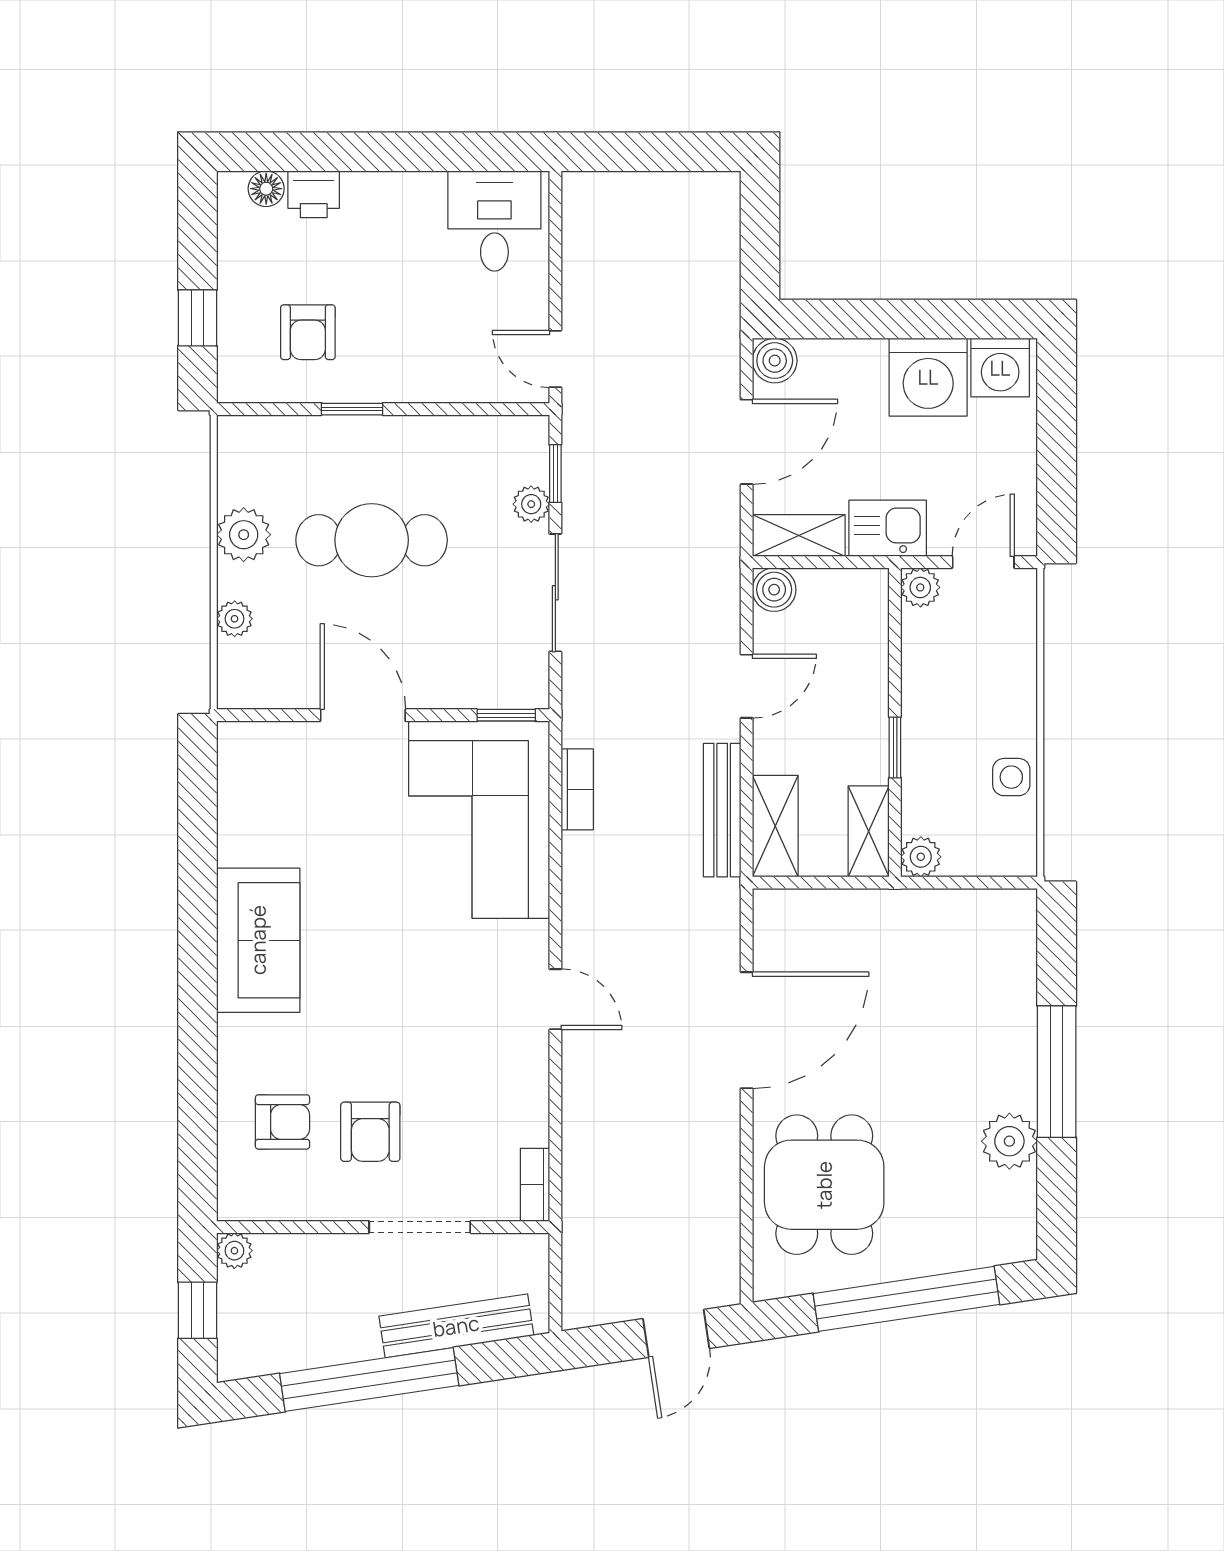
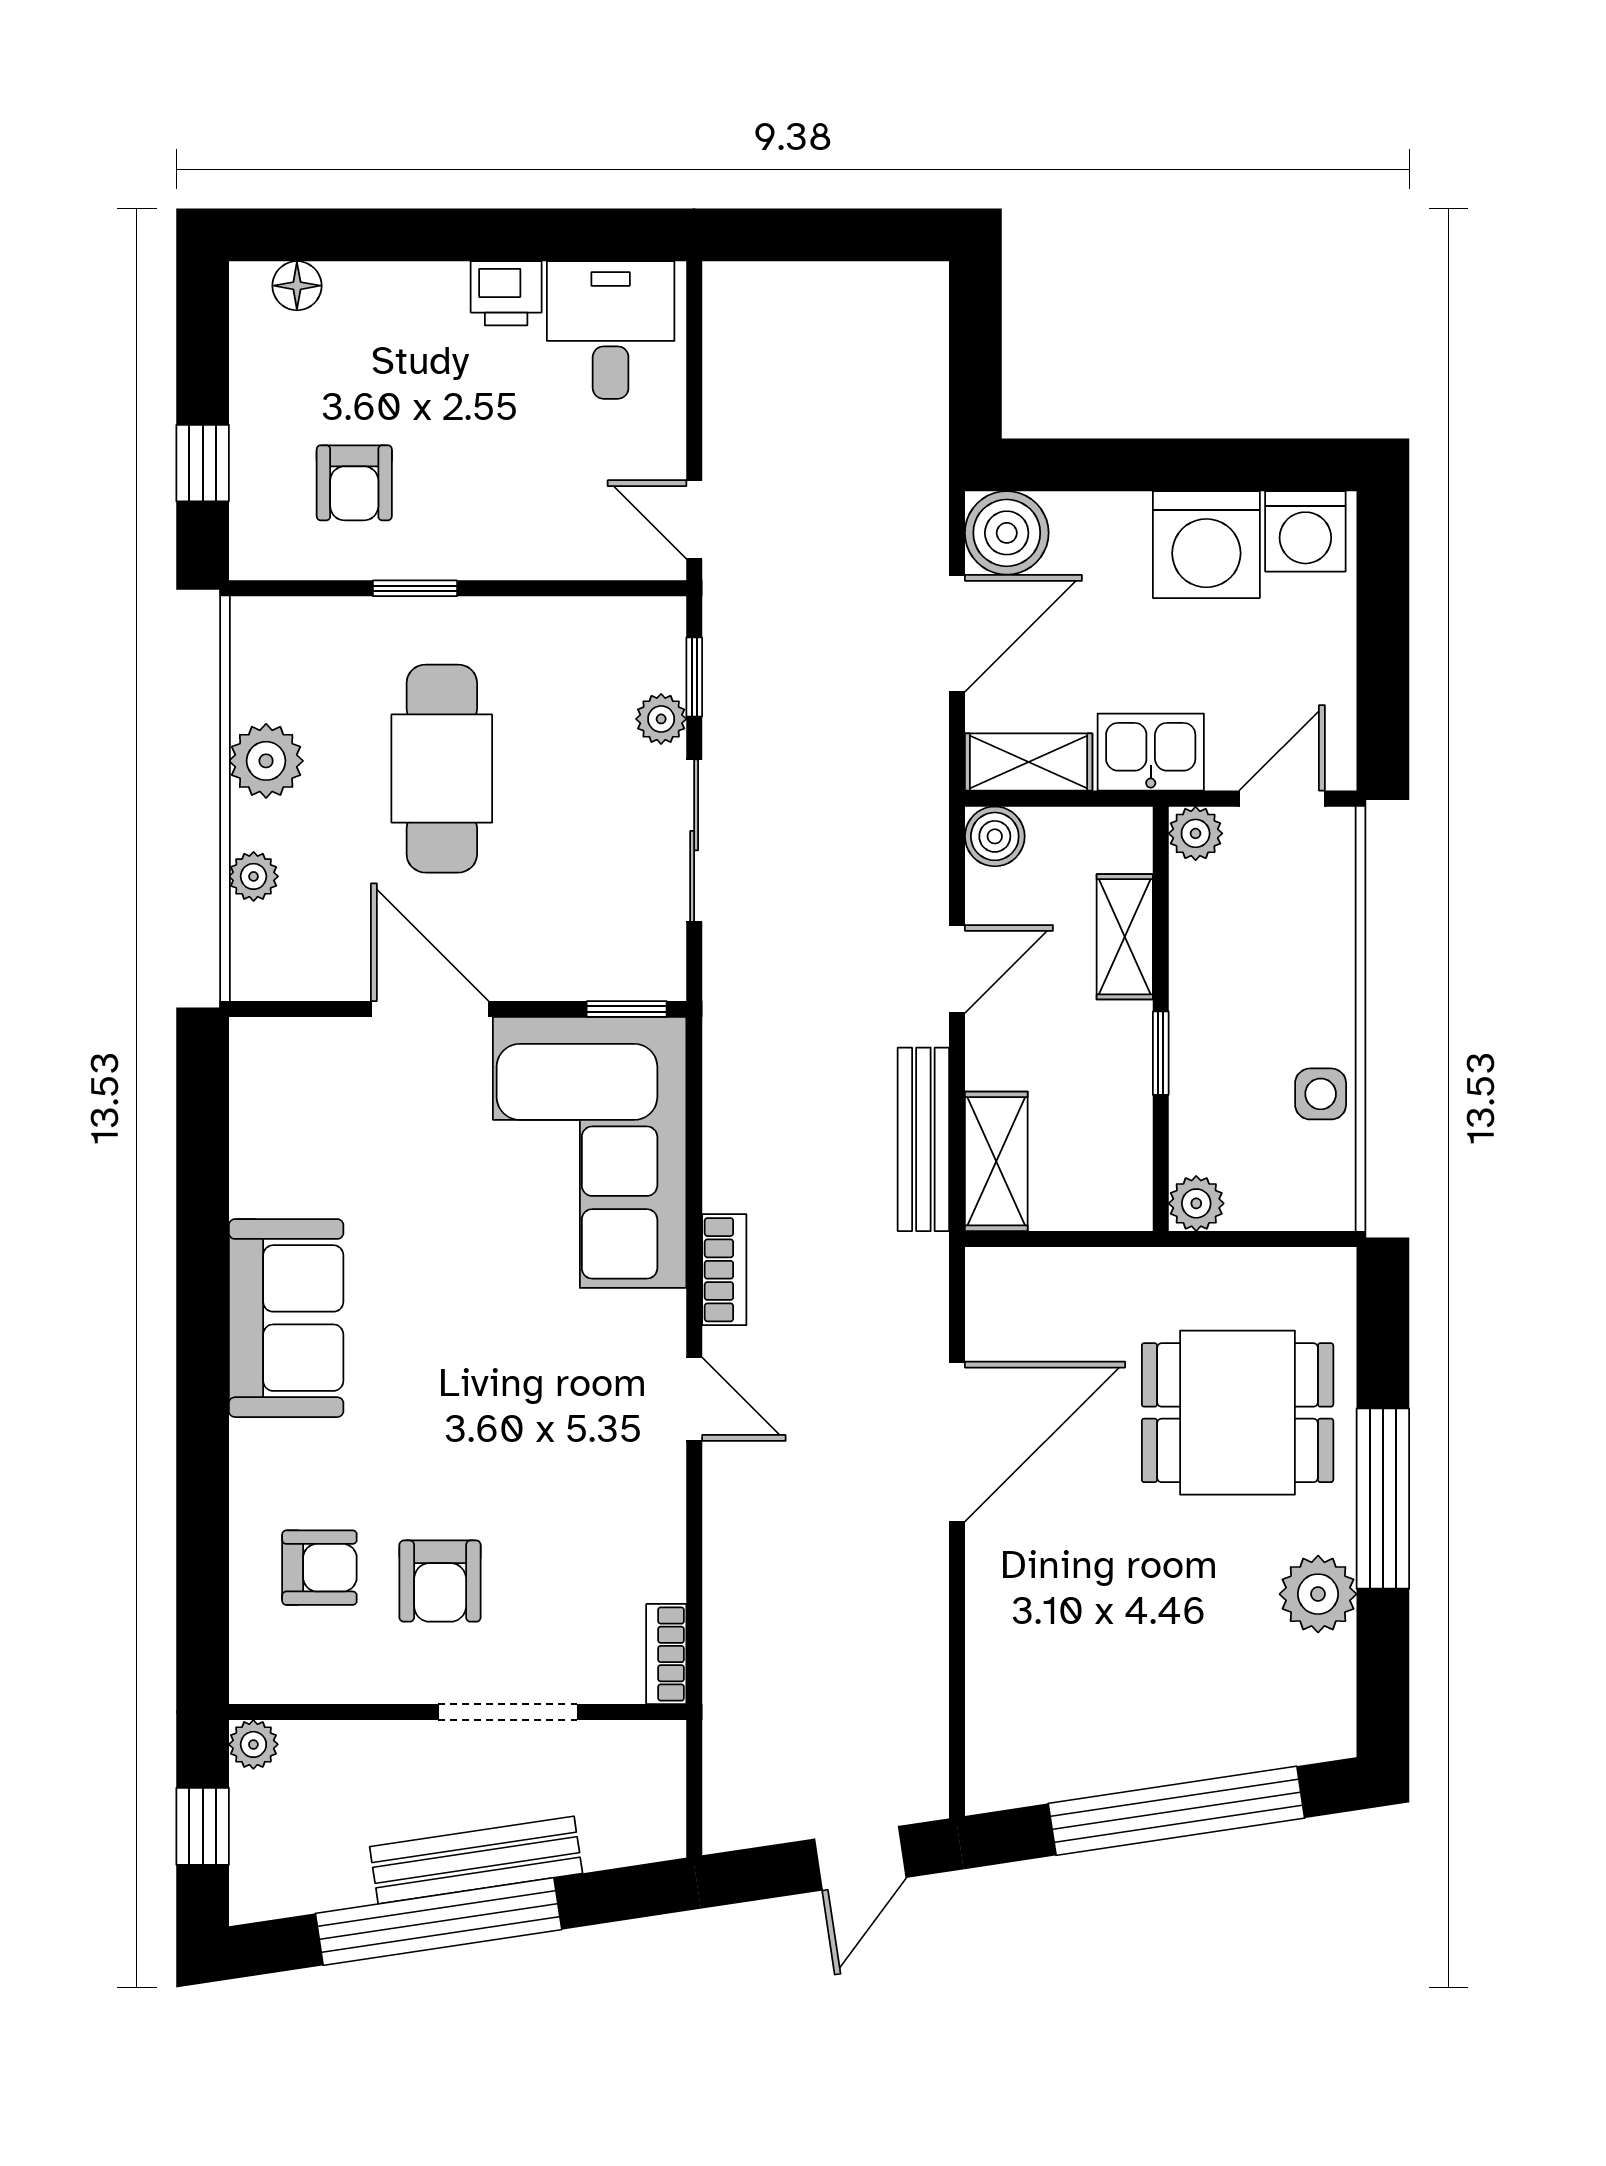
printer: (314, 194) -> (506, 293), moved
boiler: (775, 361) -> (1007, 533), width x1.36, depth x1.36
cafe table: (372, 540) -> (442, 769), turned 90
bookcase: (577, 789) -> (724, 1270), moved
shelving: (869, 831) -> (1125, 937), moved
dining table: (824, 1185) -> (1238, 1413), moved, turned 90
bench: (456, 1326) -> (476, 1860), moved

